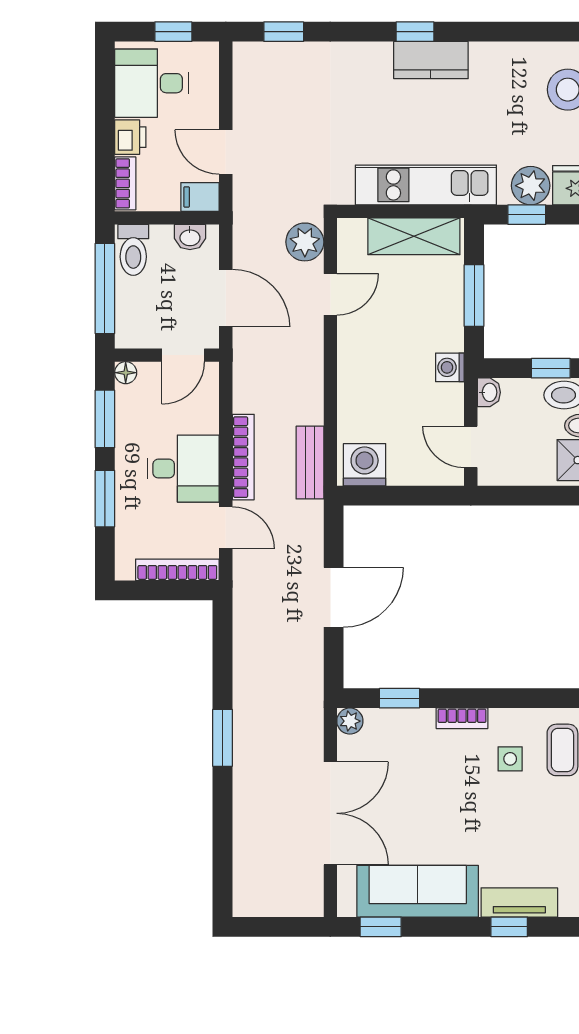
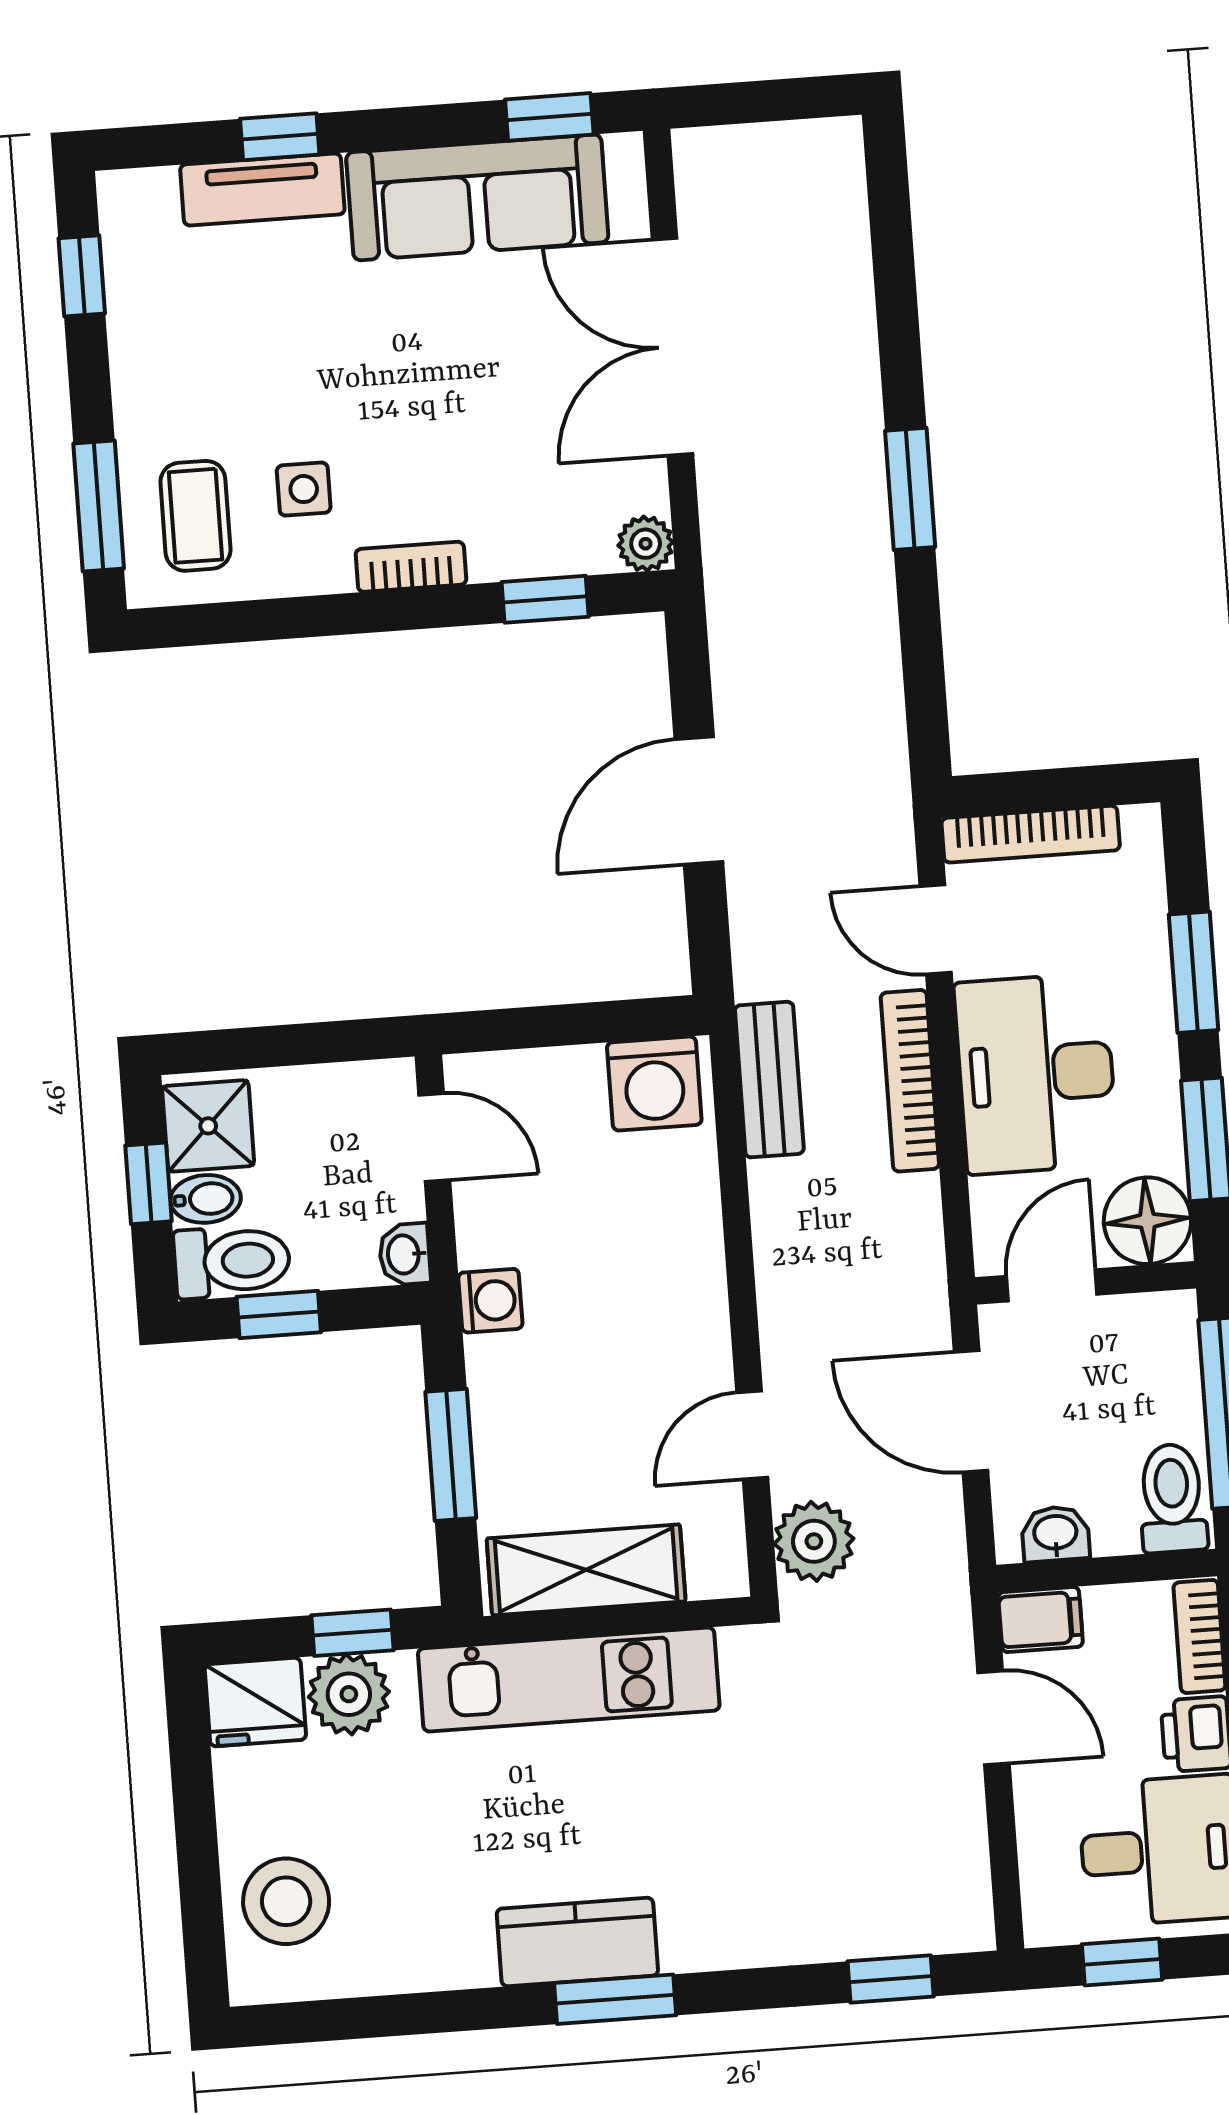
window: (415, 32) -> (615, 1999), width x1.50
floor lamp: (126, 373) -> (1147, 1221), width x1.89, depth x1.89
desk: (183, 469) -> (1036, 1074), width x1.37

